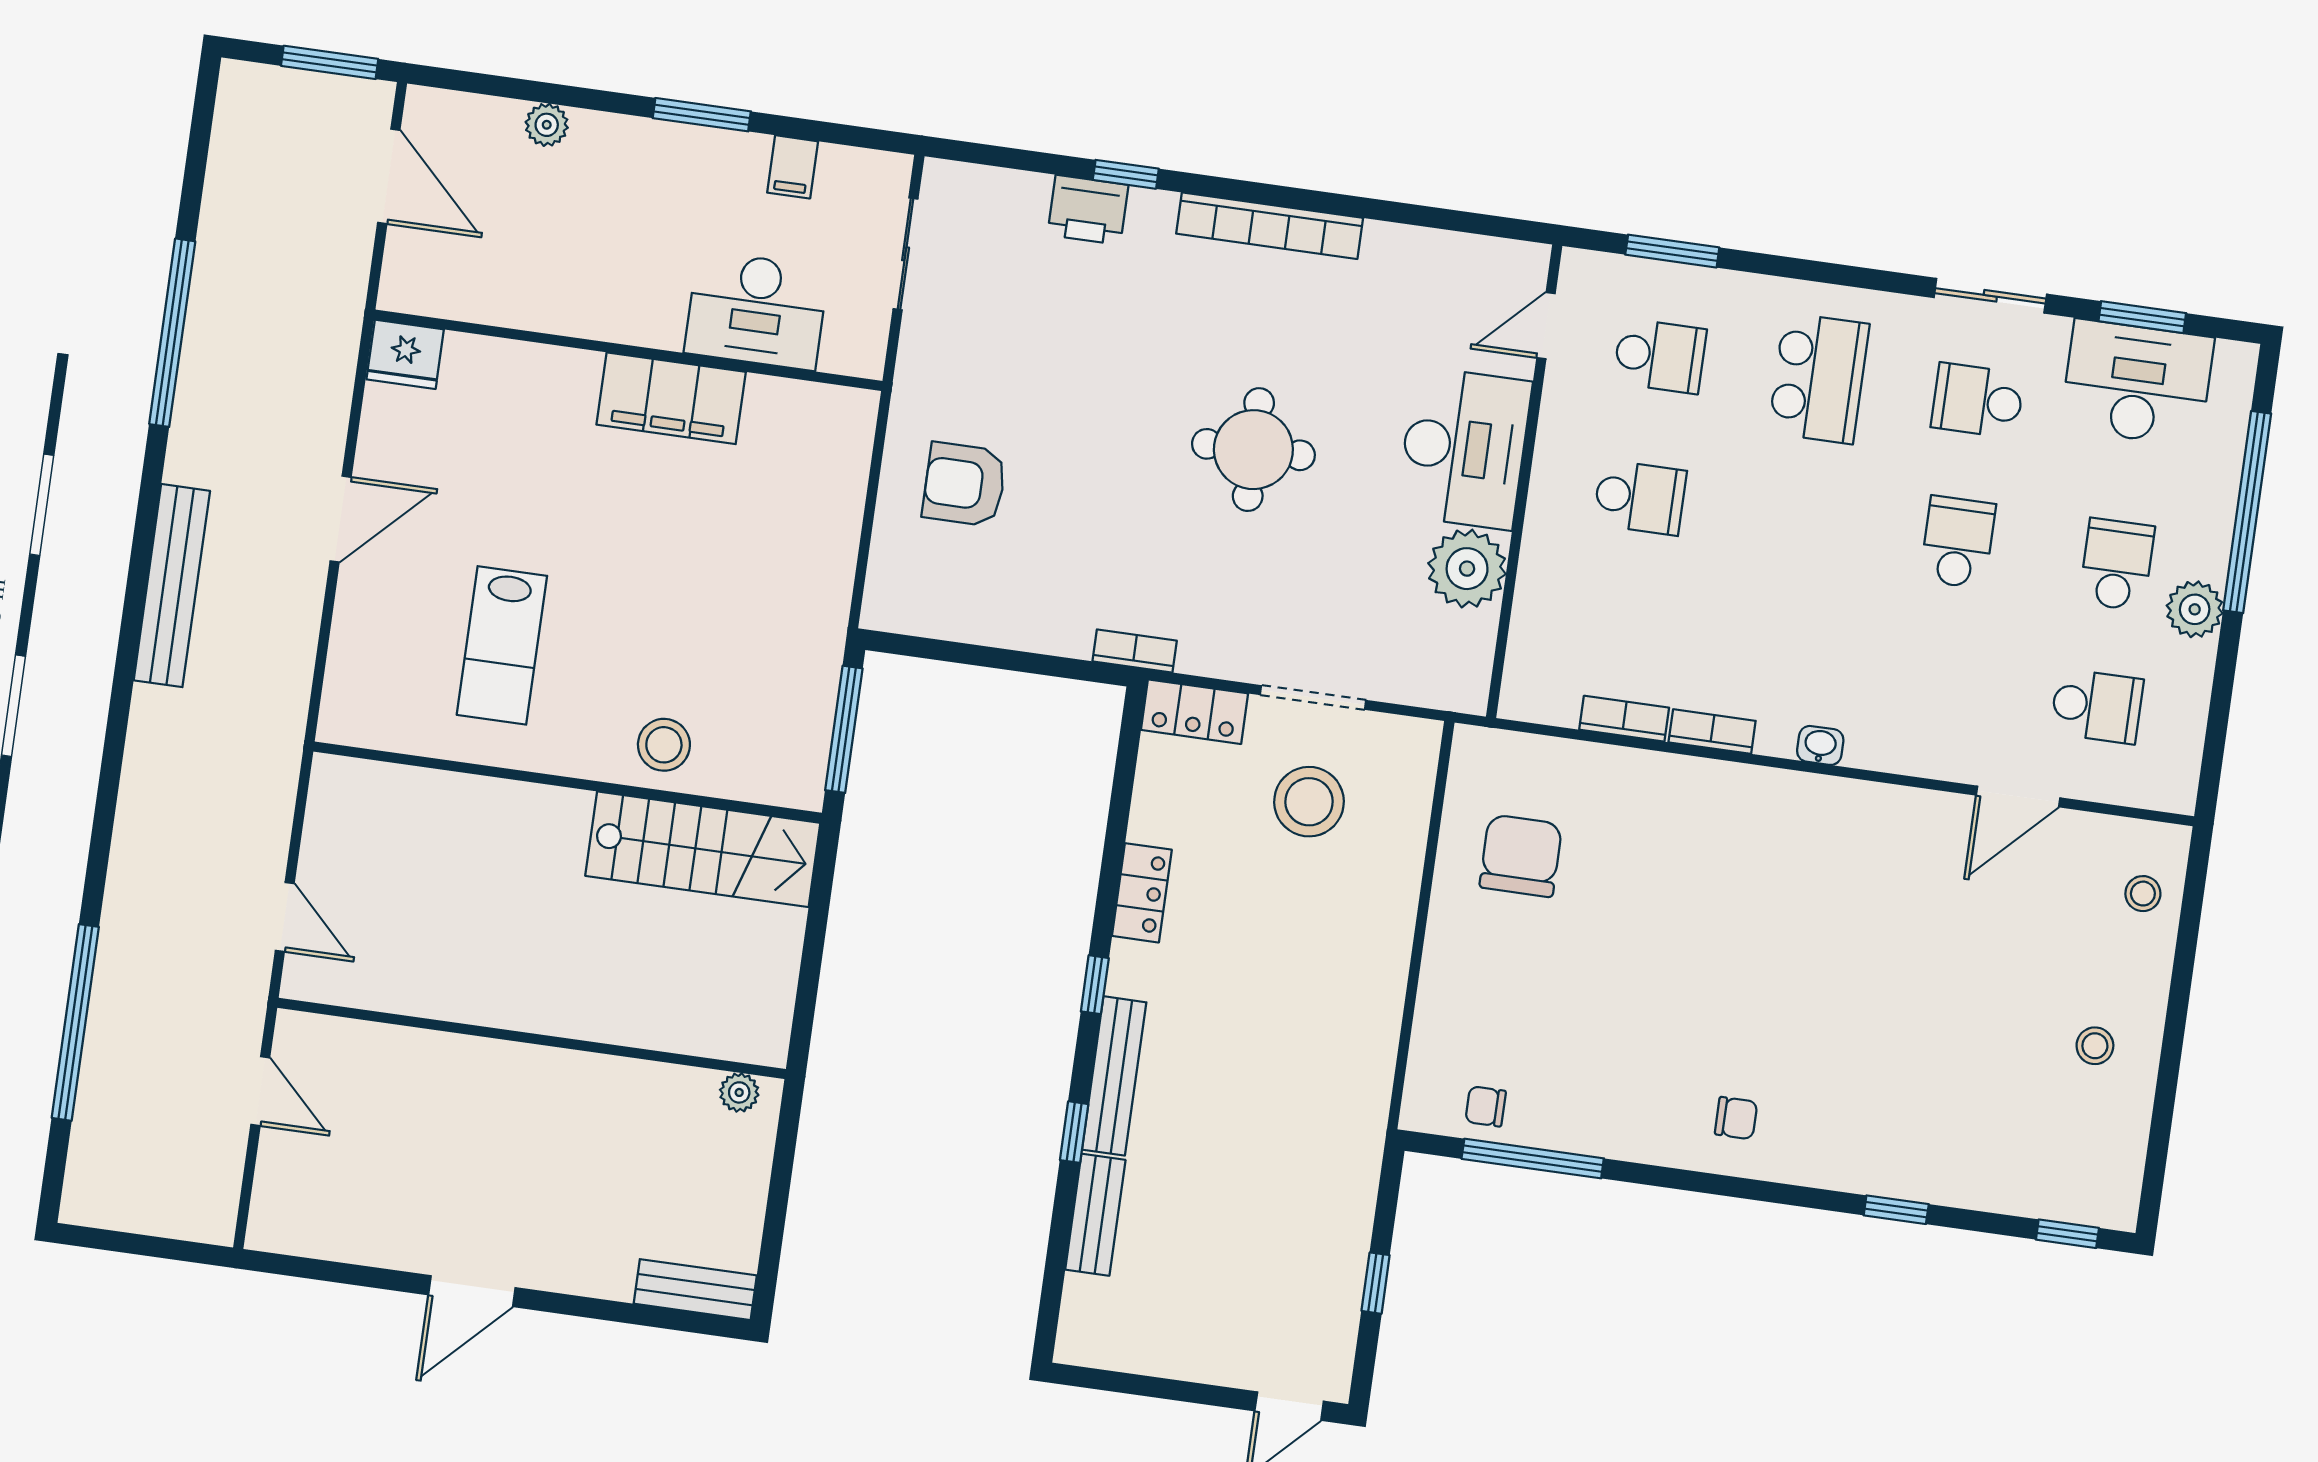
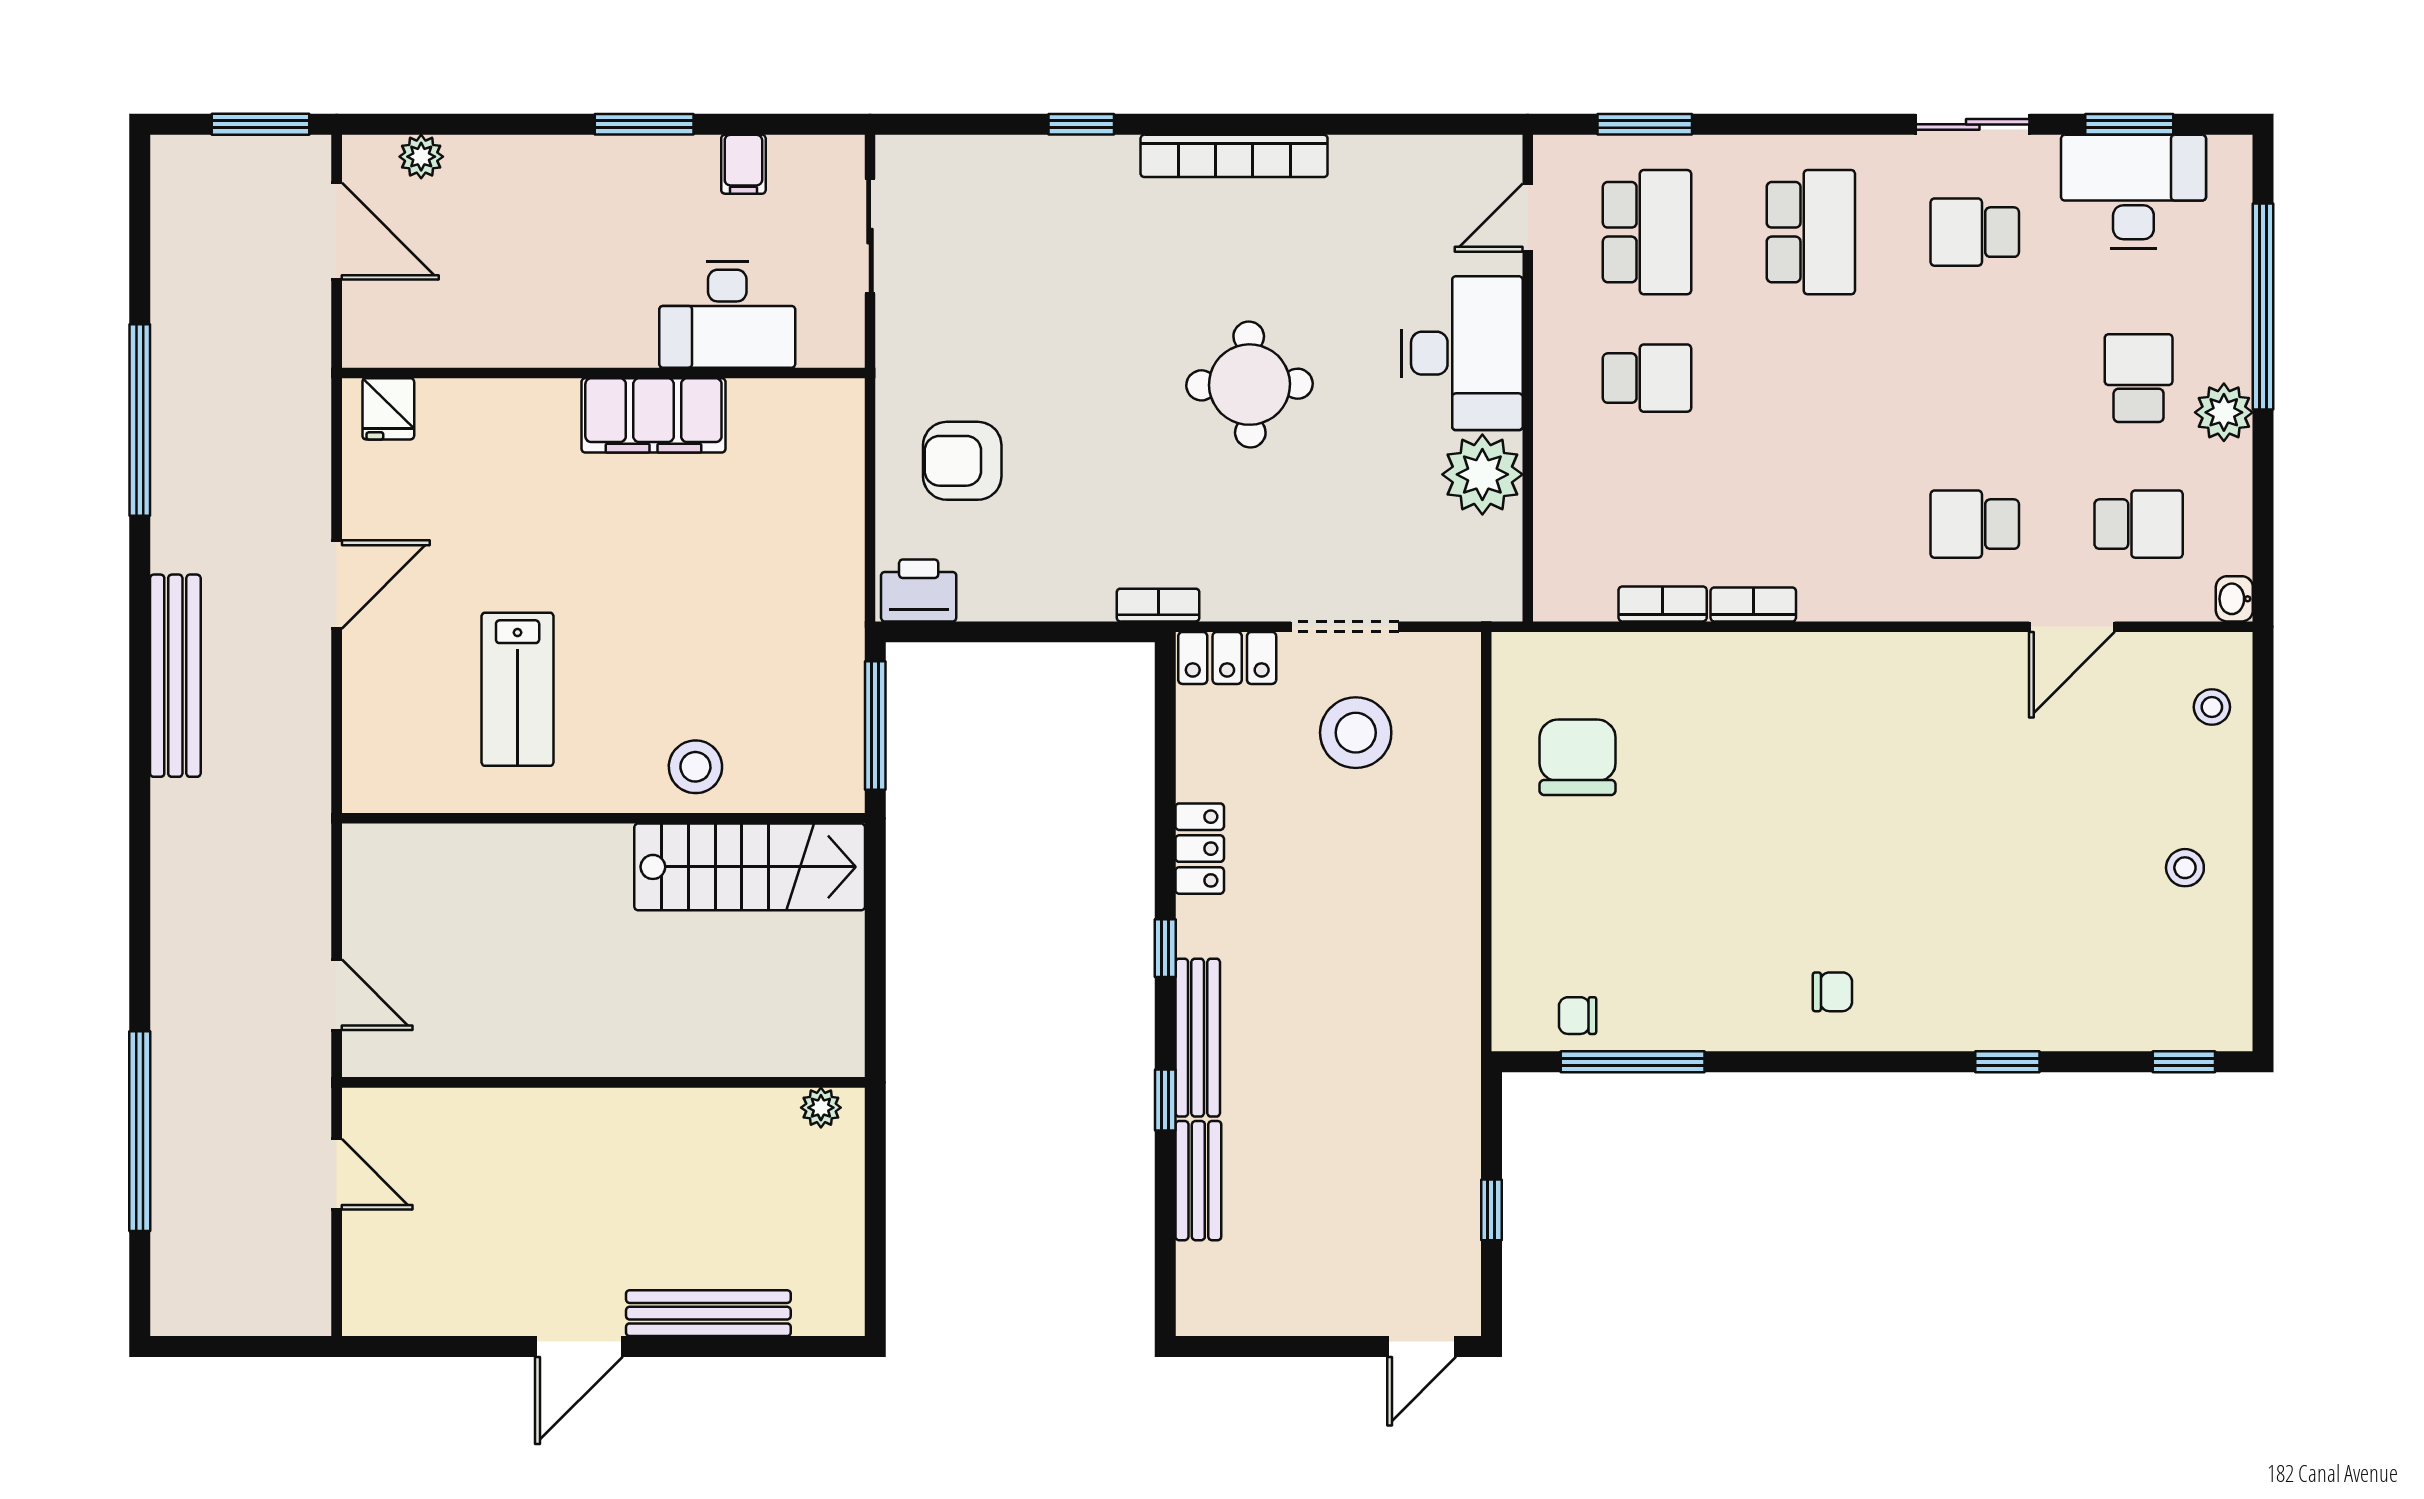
plant: (547, 125) -> (421, 157), moved
printer: (1088, 210) -> (919, 590), moved, turned 180
fridge: (405, 354) -> (388, 409), width x0.72
school desk: (1660, 356) -> (1647, 232), width x1.85
school desk: (1958, 542) -> (1975, 524), moved, turned -90
washbasin: (1820, 745) -> (2234, 599), moved, turned -90
bench: (695, 1290) -> (708, 1313), moved, width x1.36

